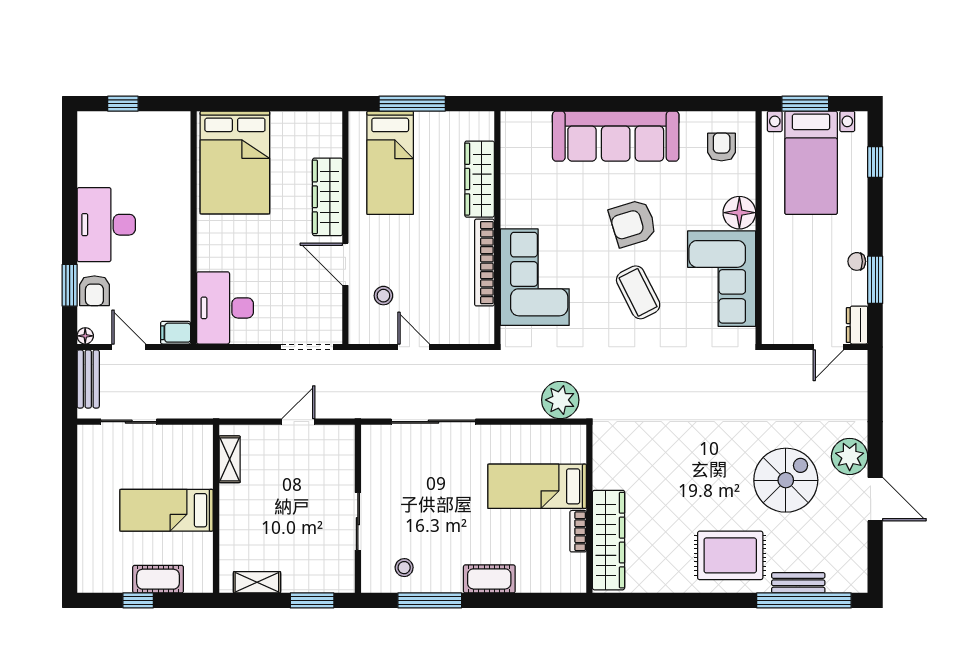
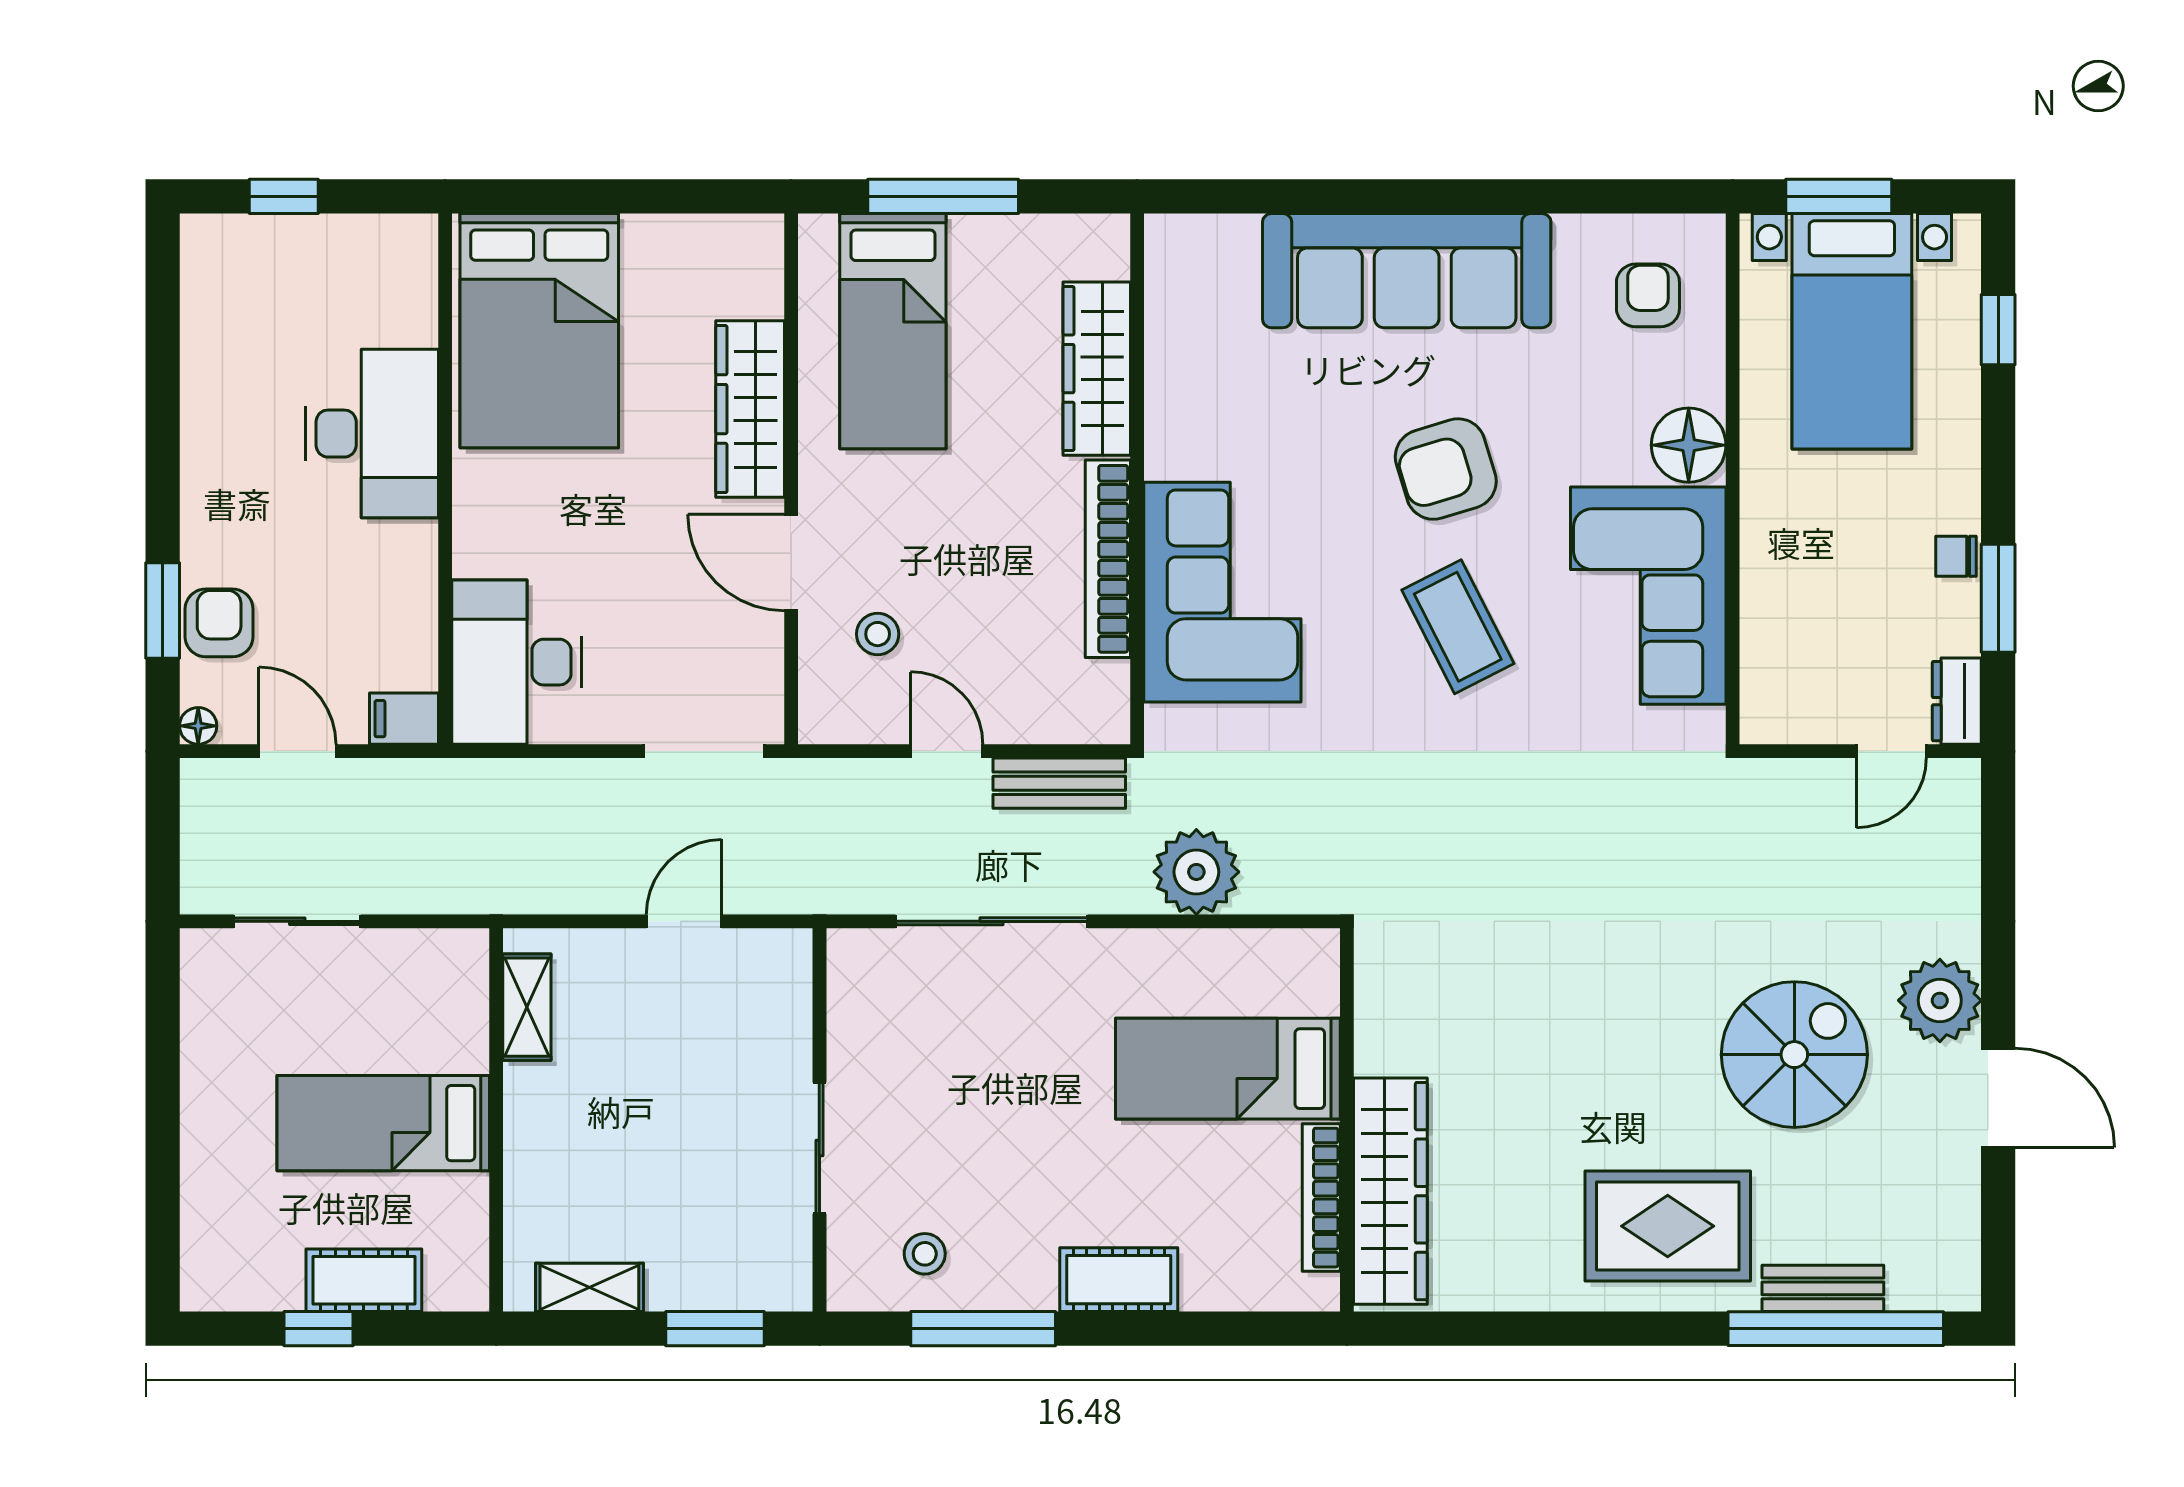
desk: (106, 225) -> (372, 434), moved, turned 180
armchair: (94, 291) -> (219, 623), turned 180
bench: (88, 379) -> (1059, 783), moved, turned 90
plant: (560, 400) -> (1196, 872), moved
bookcase: (578, 531) -> (1321, 1198), width x1.56

